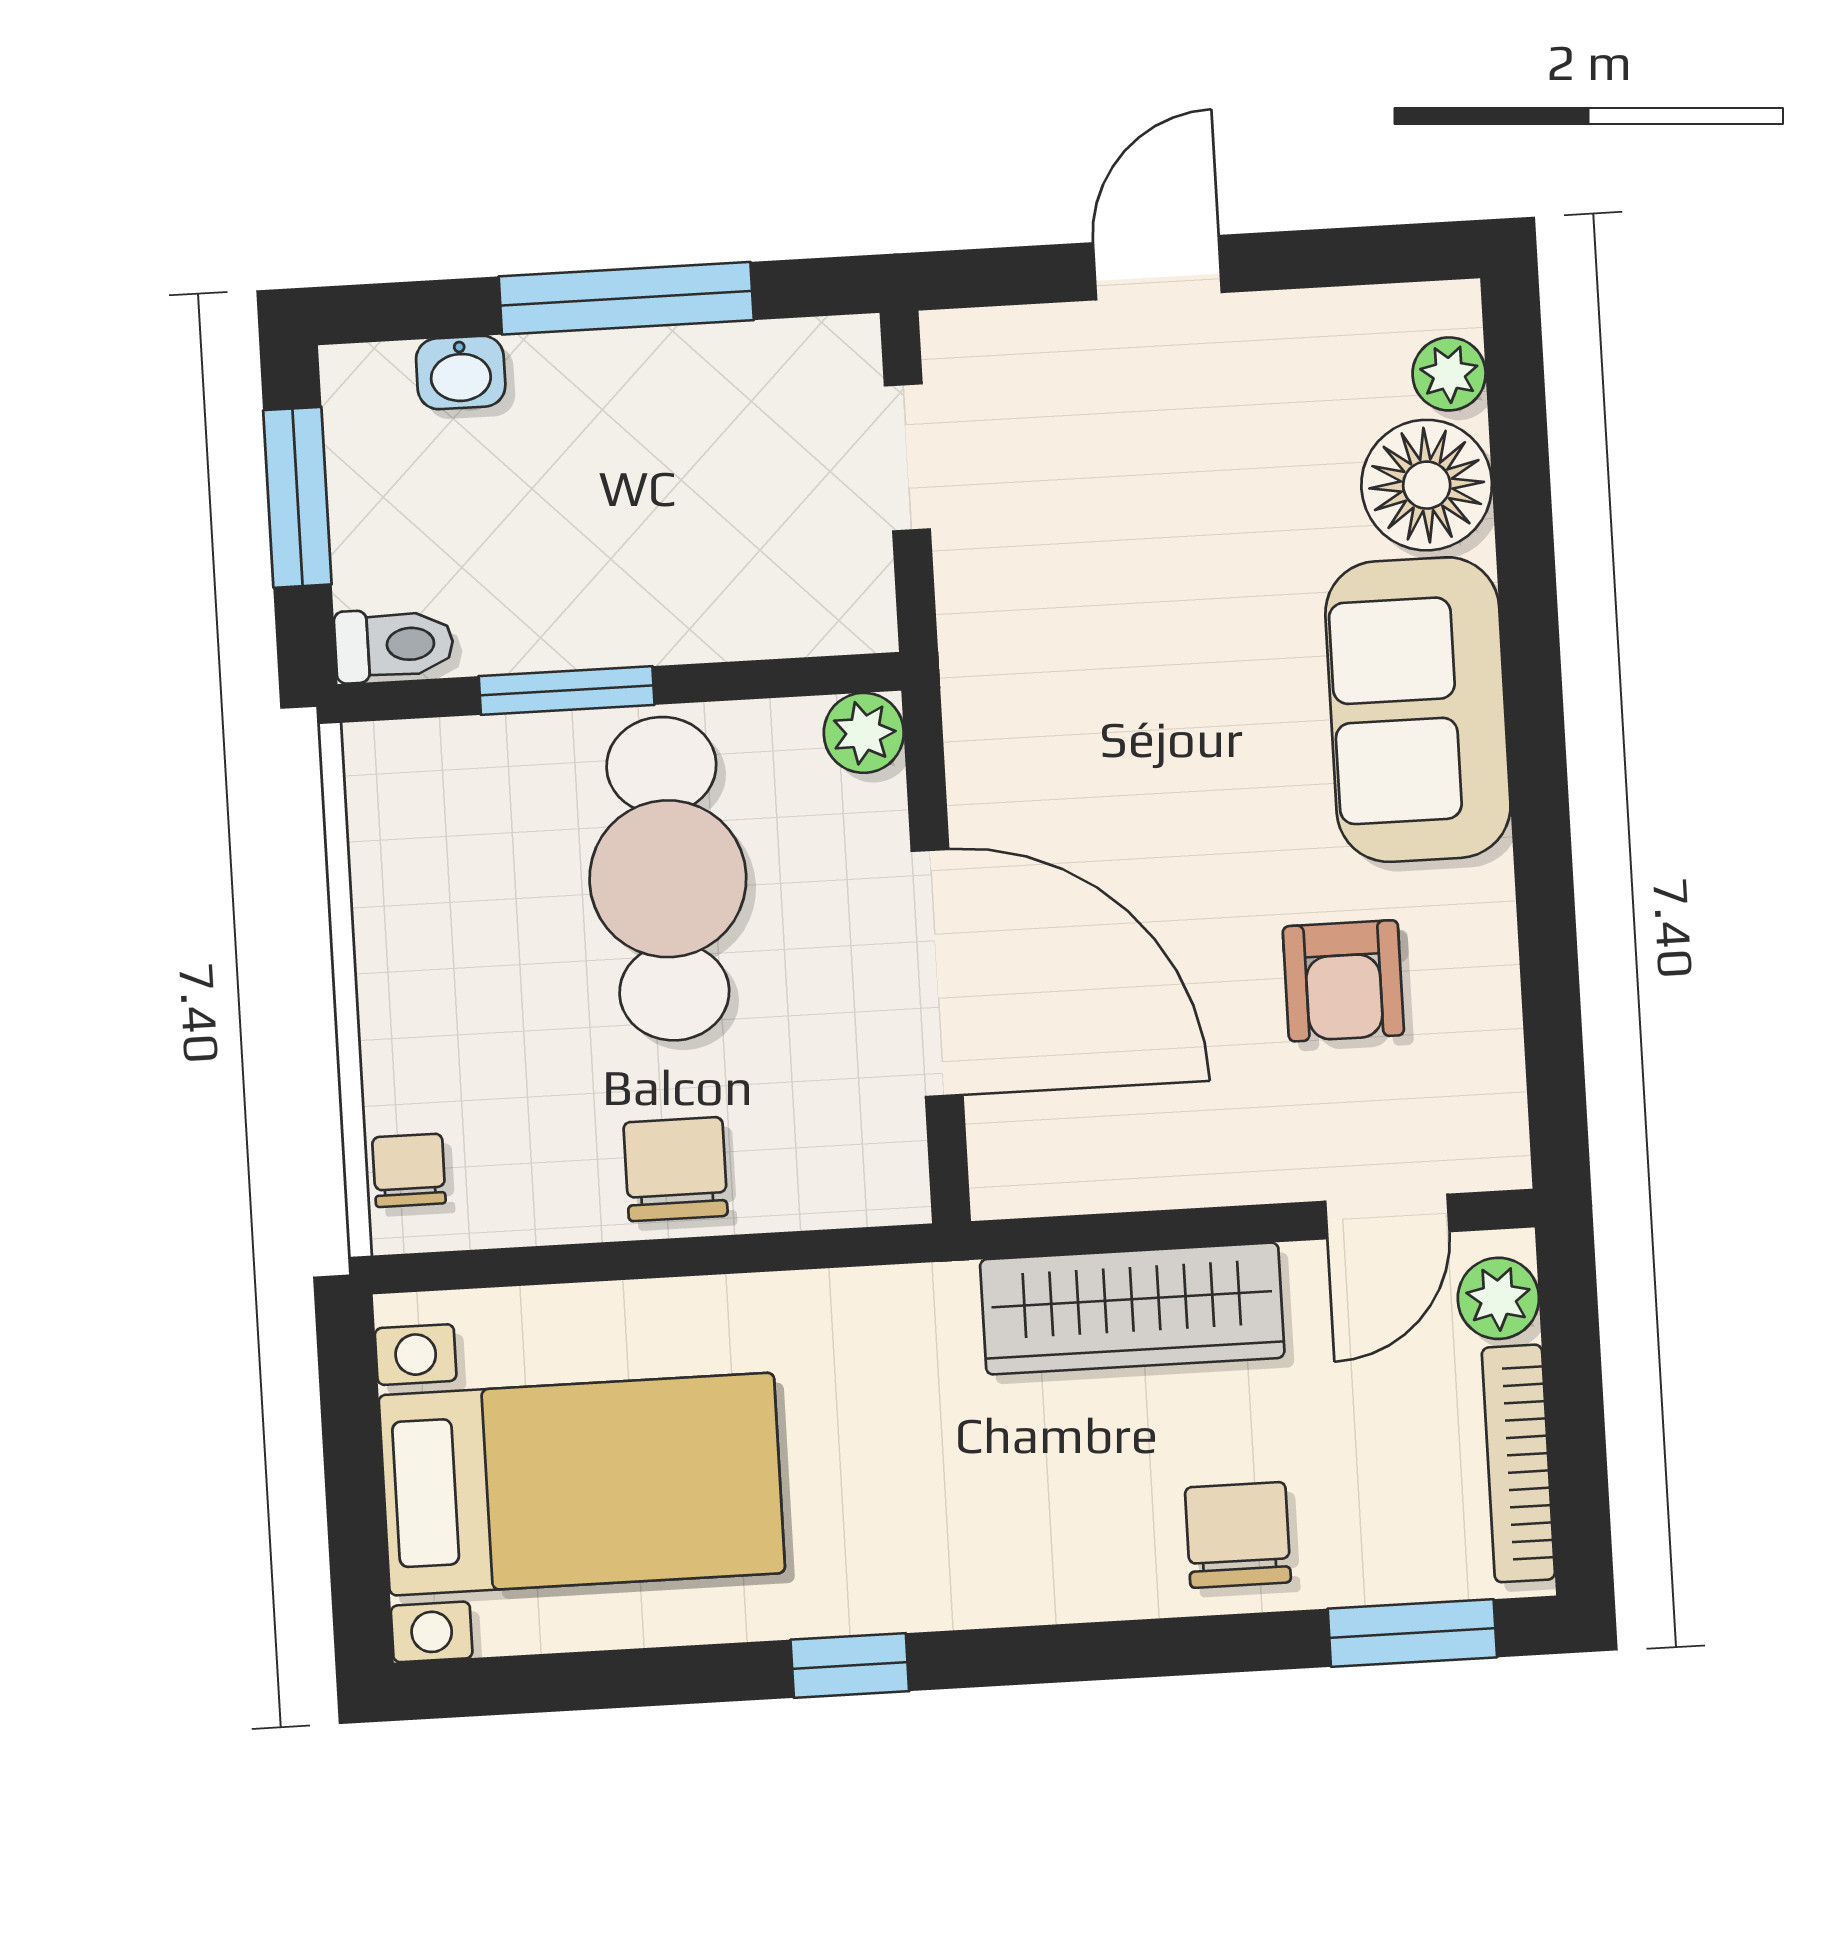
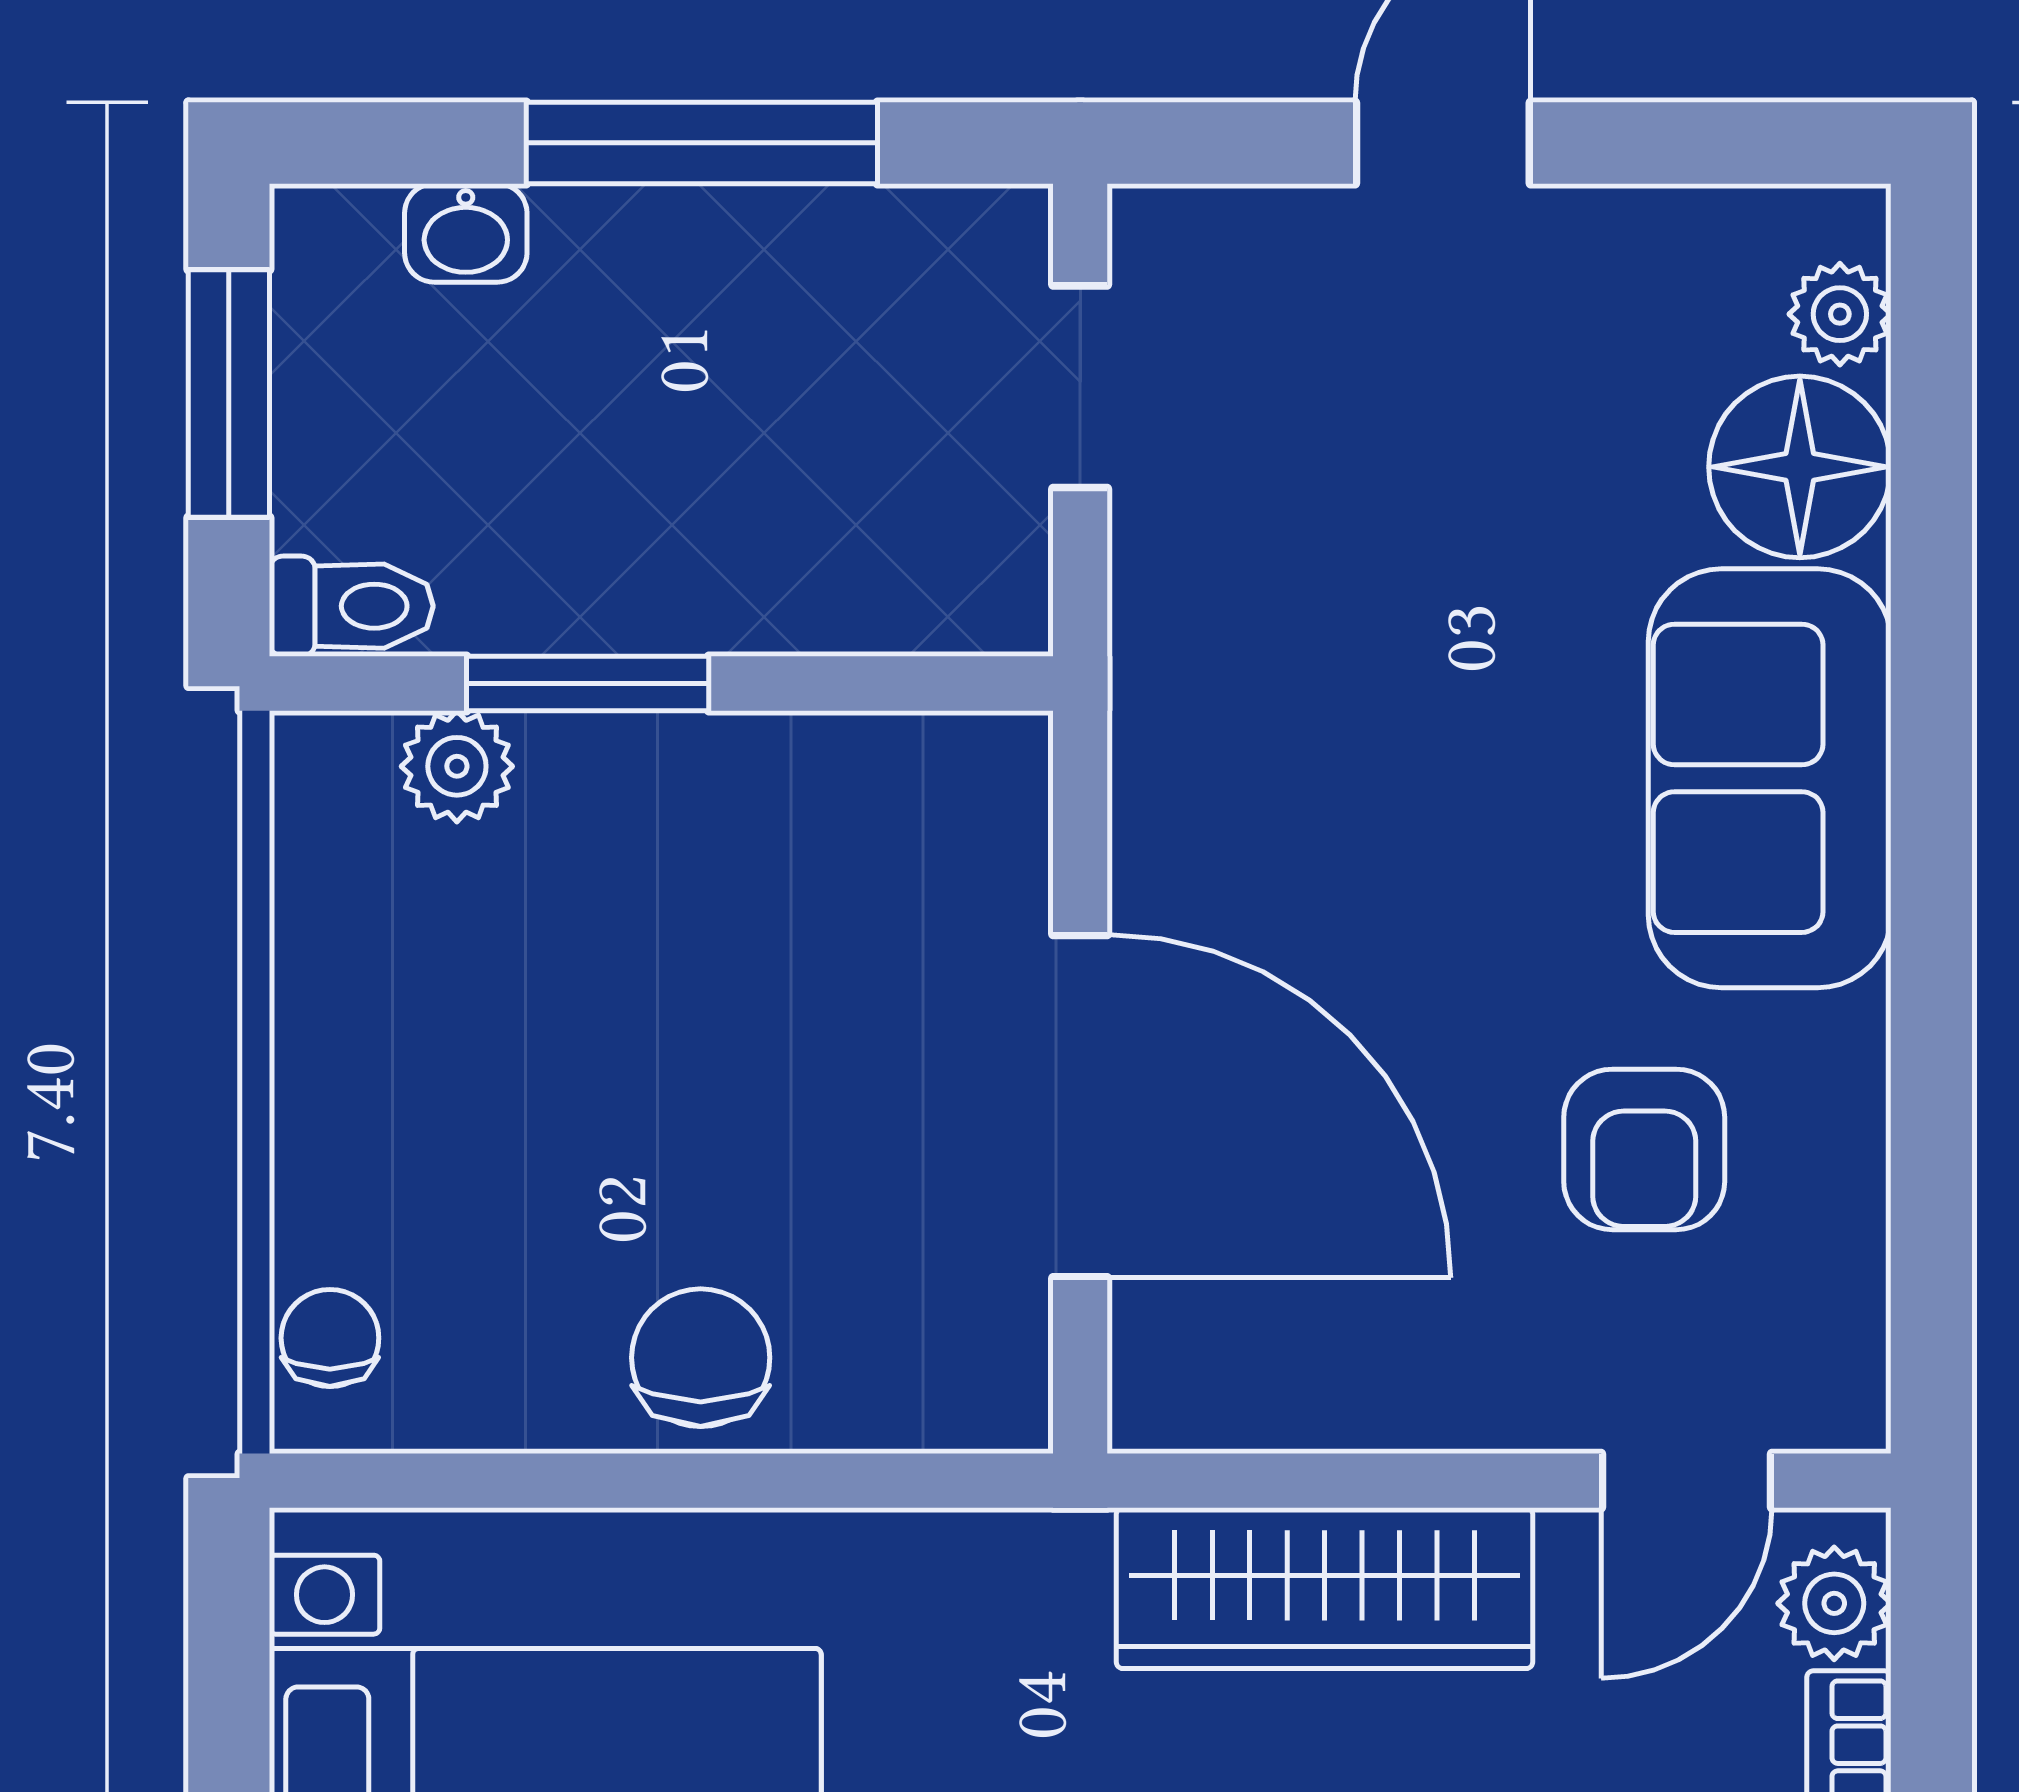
plant: (864, 733) -> (457, 766), moved
cafe table: (668, 879) -> (713, 953), removed

